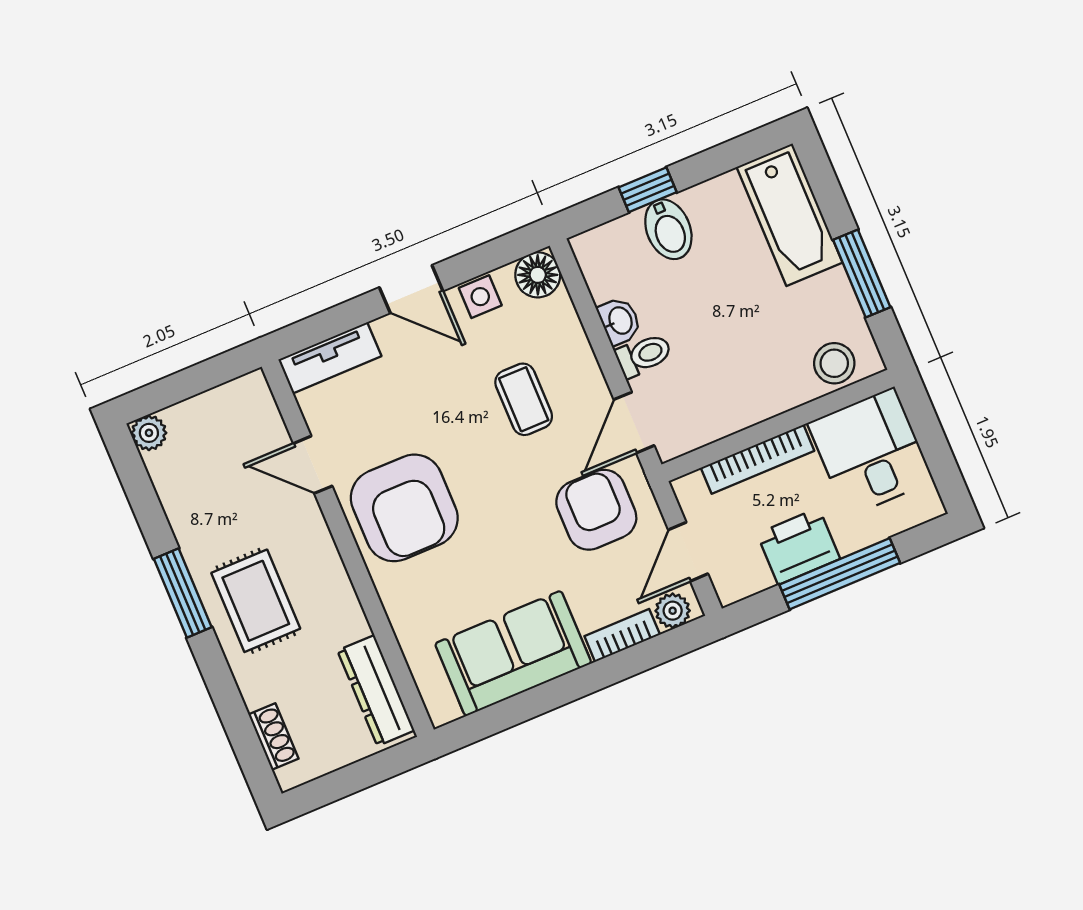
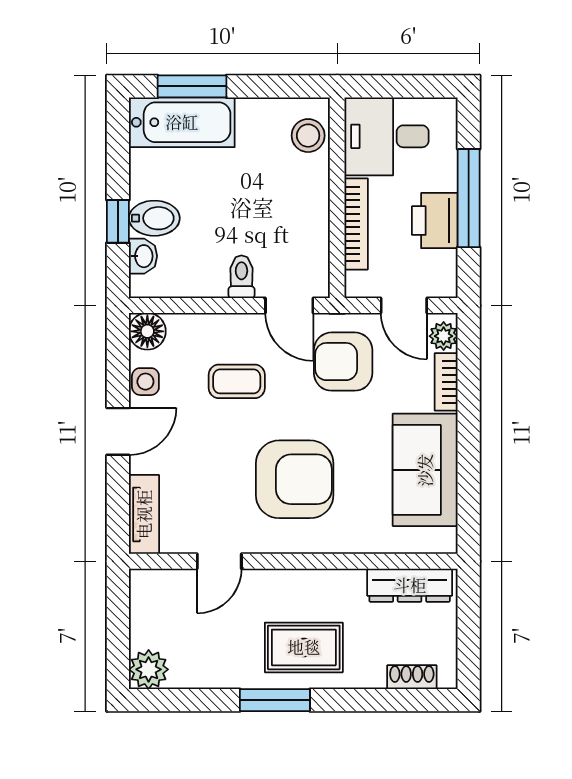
window: (862, 273) -> (192, 86), moved
washbasin: (620, 321) -> (143, 256), moved, turned 90
plant: (149, 433) -> (149, 669), width x1.38, depth x1.38
armchair: (404, 508) -> (295, 479), moved

